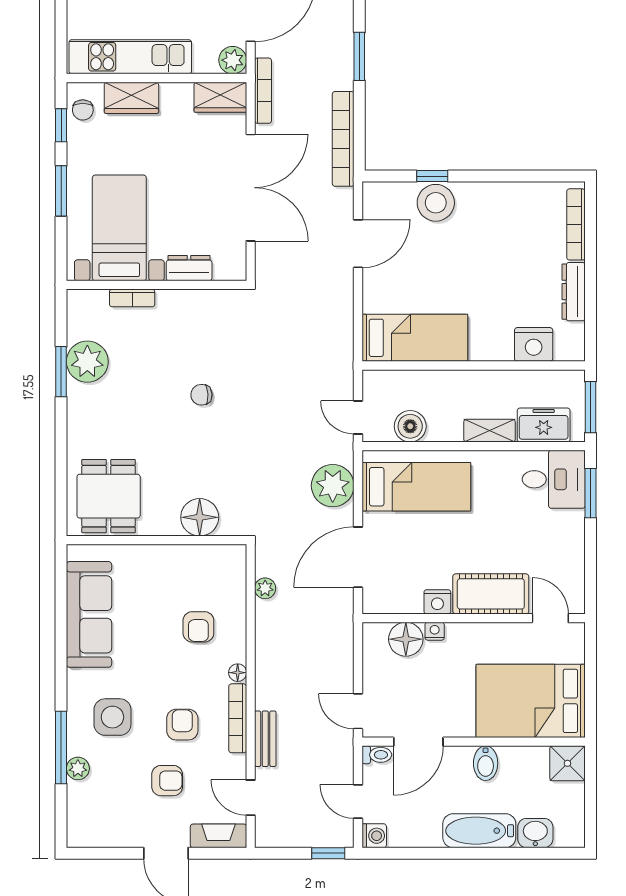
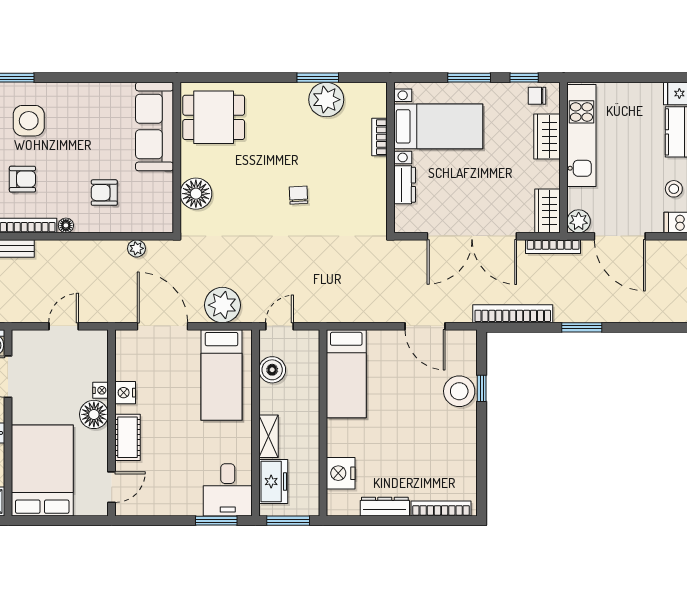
cot: (491, 594) -> (128, 437), width x0.73, depth x0.75
sofa: (89, 614) -> (155, 126), moved, turned 90
floor lamp: (406, 639) -> (94, 414), moved
door: (358, 711) -> (64, 326), moved

